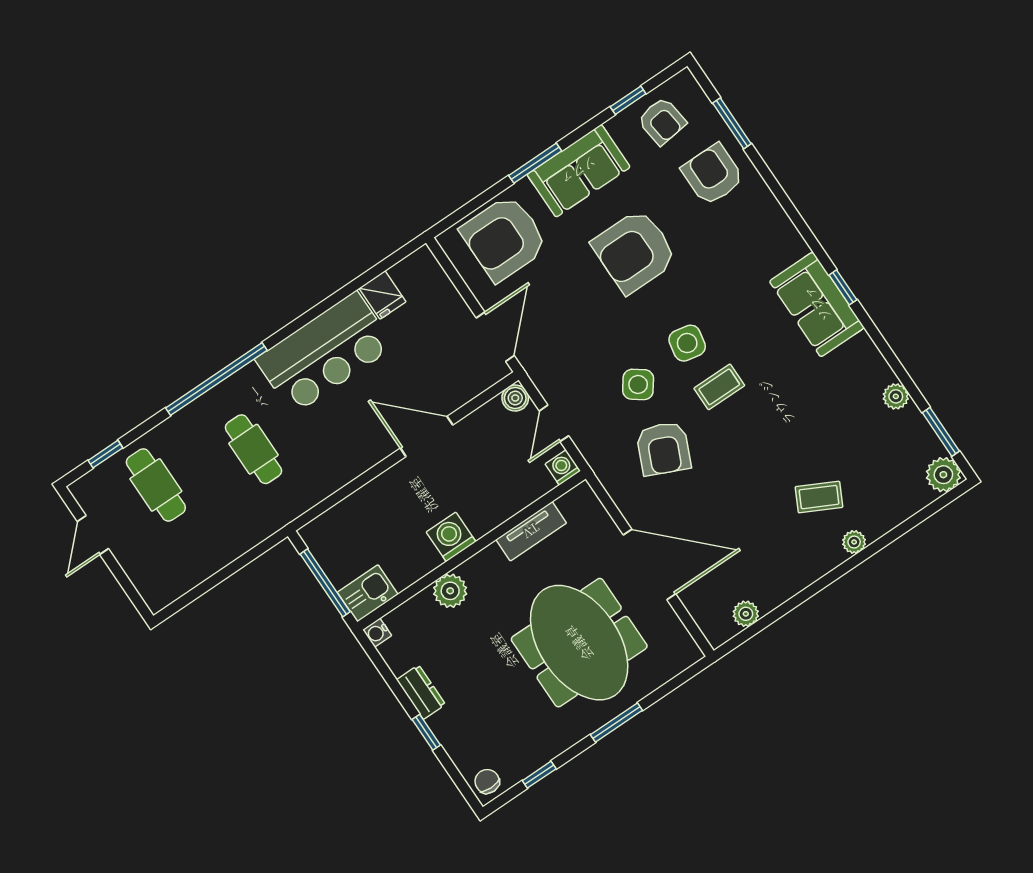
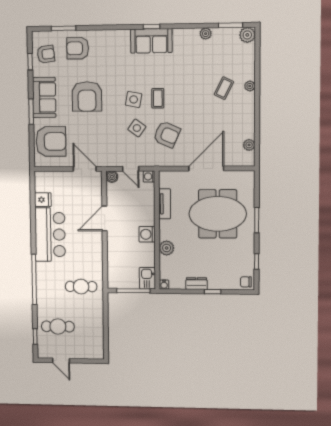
armchair: (504, 238) -> (51, 141), turned -90
cafe table: (253, 449) -> (81, 287), moved

